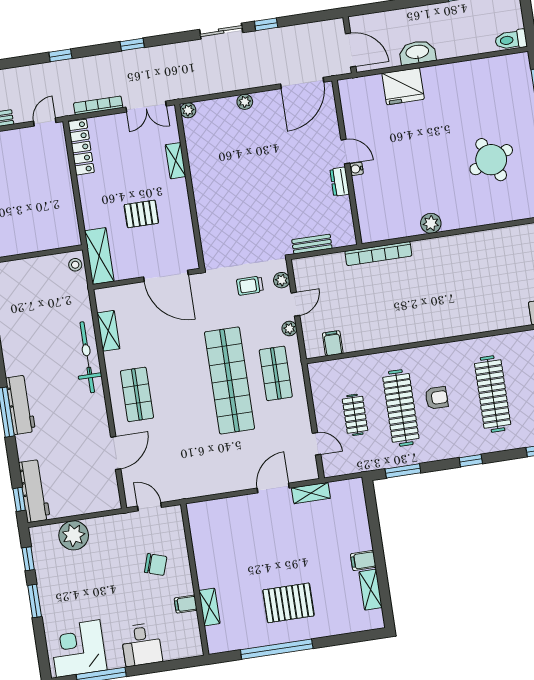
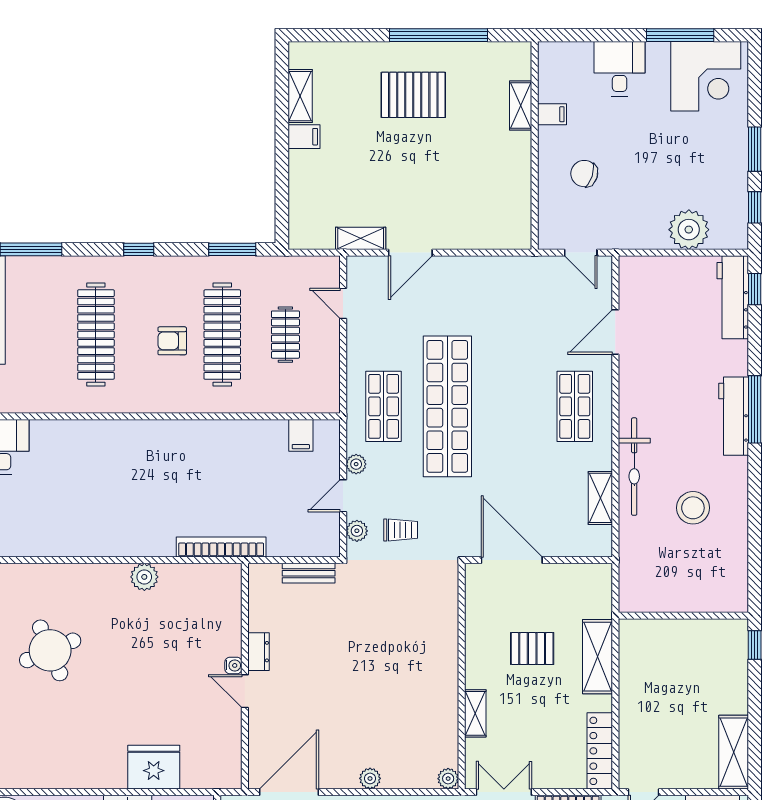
shelving: (99, 256) -> (597, 657), moved
stool: (75, 265) -> (693, 508), moved, width x1.89, depth x1.89

